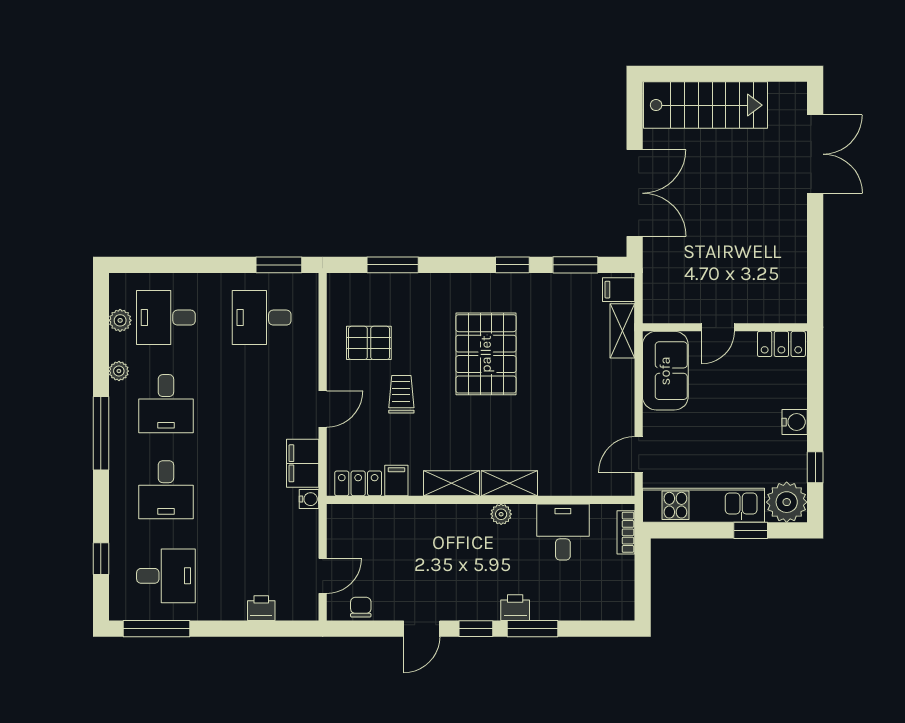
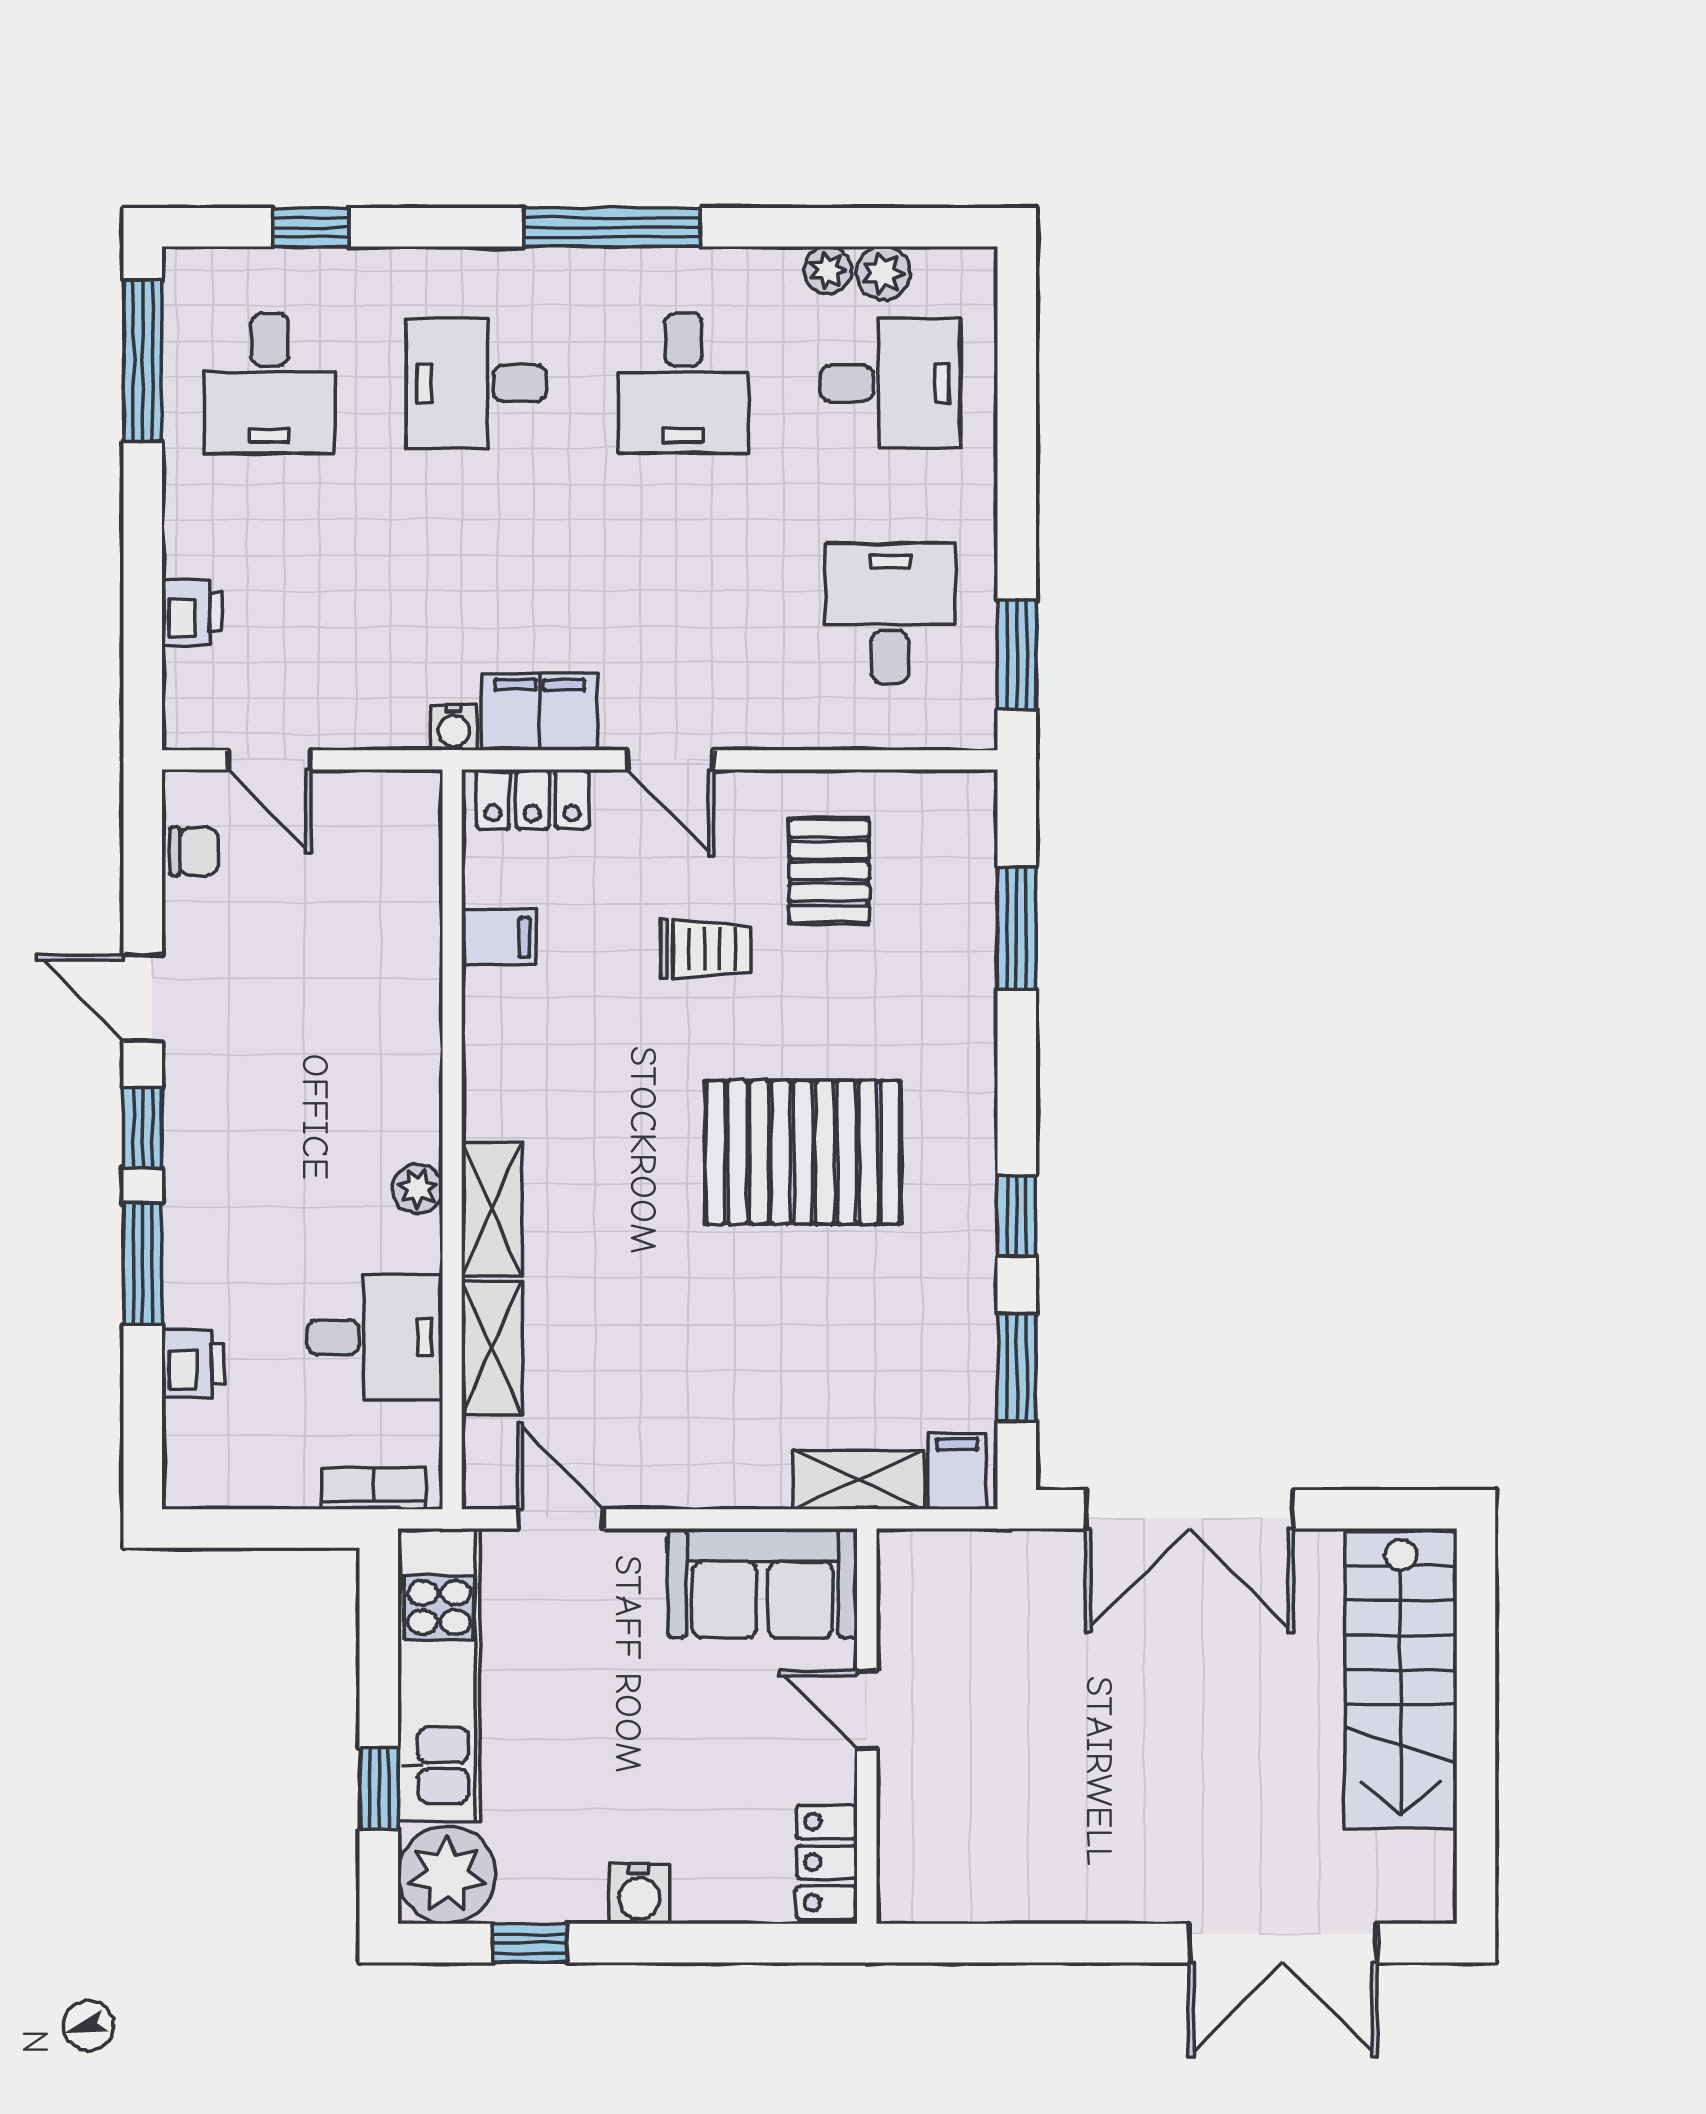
desk: (166, 318) -> (890, 383), turned 90
plant: (119, 371) -> (828, 270), moved
desk: (166, 404) -> (683, 383), turned -90
locker: (358, 483) -> (532, 799), moved, turned 90
shelving: (451, 483) -> (492, 1348), moved
printer: (515, 608) -> (193, 1364), moved

